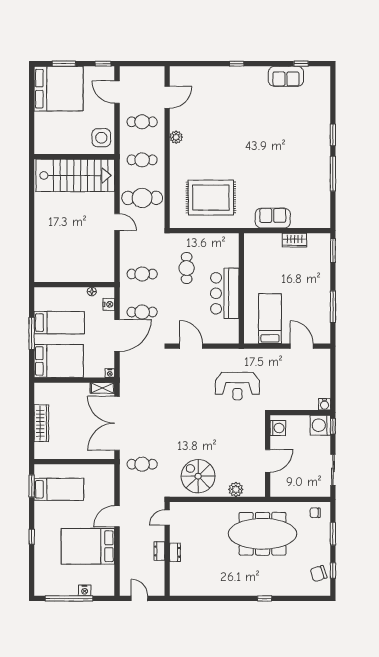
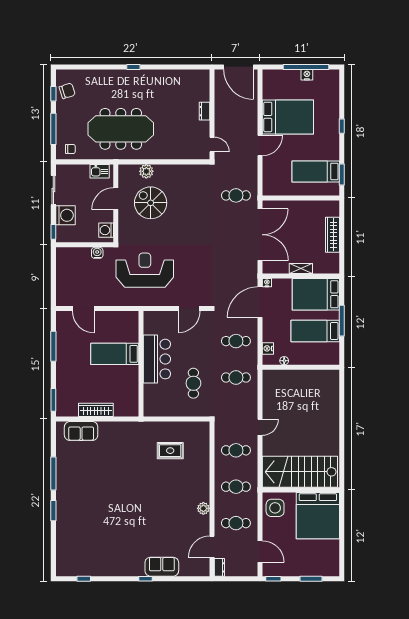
sofa: (286, 76) -> (162, 567), moved
bed: (59, 89) -> (318, 516), moved, turned -90
cafe table: (142, 198) -> (236, 450), width x0.73, depth x0.74
rug: (211, 198) -> (170, 451), width x0.54, depth x0.49
sofa: (273, 218) -> (81, 431), moved
door: (117, 222) -> (260, 427), swing flipped
wardrobe: (294, 240) -> (96, 410), width x1.50
bed: (270, 319) -> (115, 354), moved, turned 90
door: (117, 335) -> (260, 302), moved
door: (191, 346) -> (189, 308), hinge flipped
reception desk: (237, 386) -> (145, 270), width x1.36, depth x1.30
shelving: (102, 388) -> (301, 268), moved
water cooler: (325, 404) -> (97, 253), moved
washing machine: (320, 425) -> (65, 215), moved
spiral stairs: (198, 476) -> (151, 203), moved, turned 180
kitchen sink: (285, 490) -> (100, 171), added
door: (167, 518) -> (212, 144), hinge flipped
window: (333, 534) -> (53, 129), width x1.44
dresser: (159, 551) -> (219, 567), moved
nightstand: (85, 590) -> (307, 75), moved
door: (139, 598) -> (238, 67), width x1.88
window: (265, 598) -> (133, 67), moved

